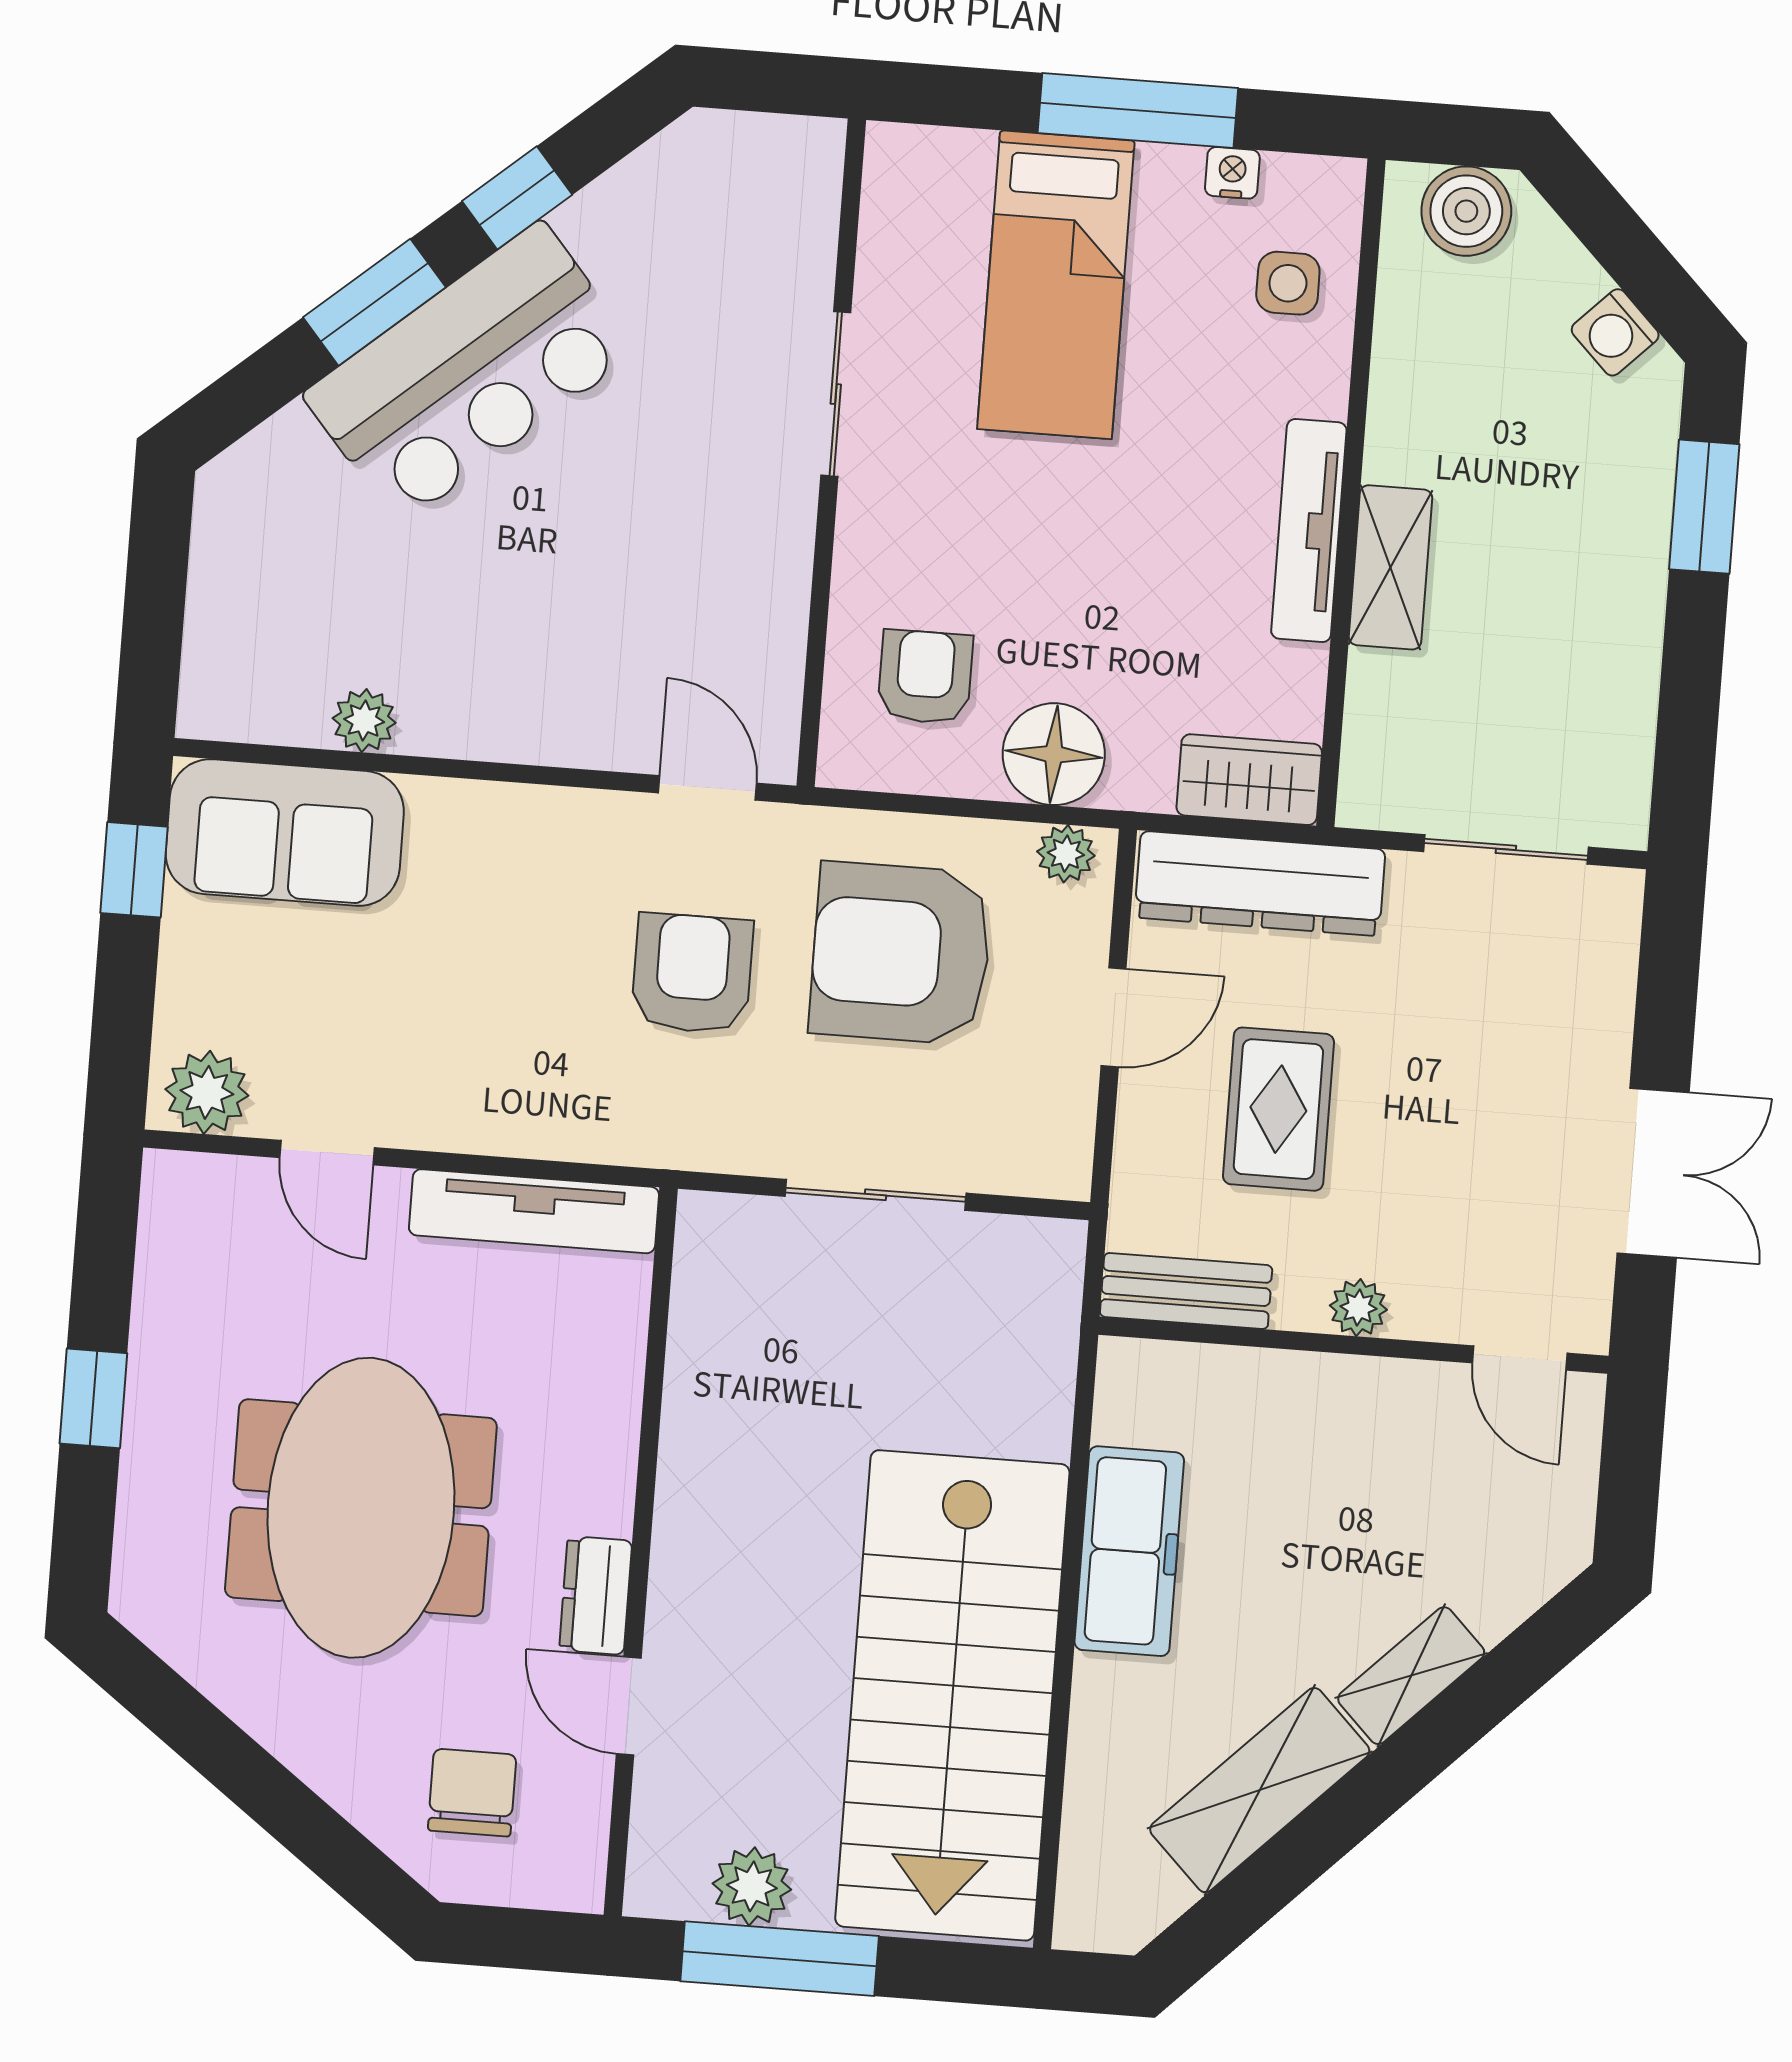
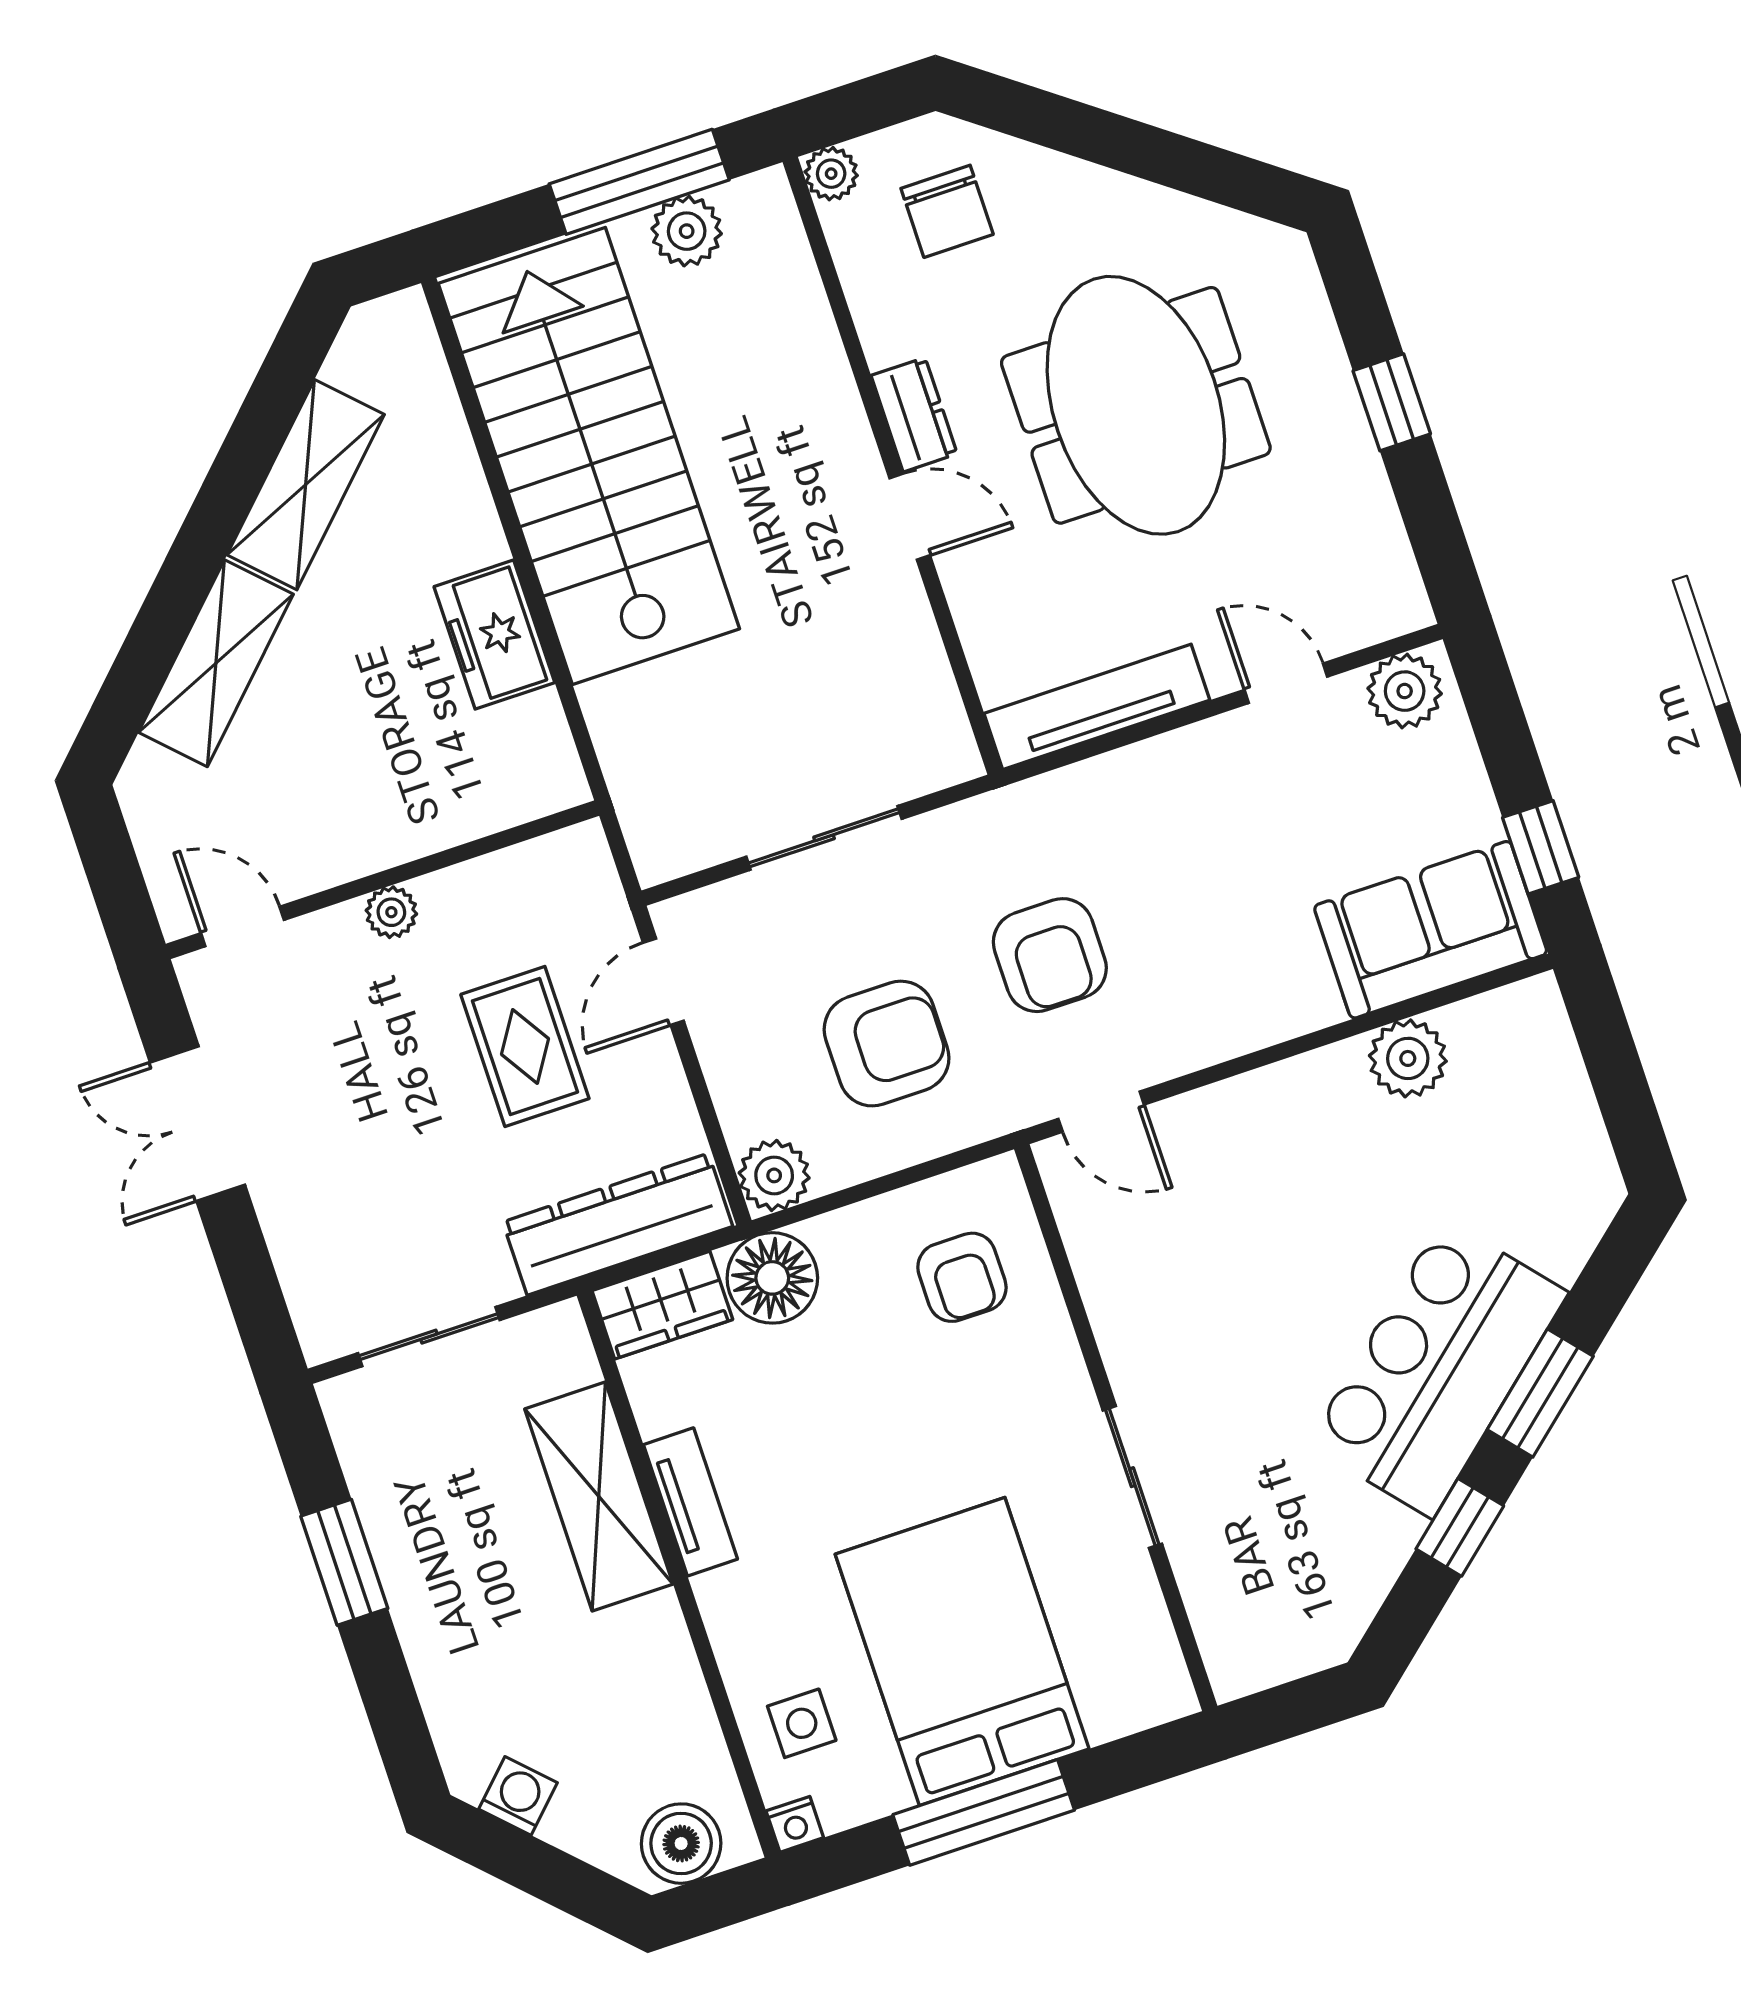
nightstand: (1232, 173) -> (795, 1824), moved
bed: (1056, 285) -> (962, 1652), width x1.50
window: (1704, 507) -> (344, 1562), moved
tv unit: (1309, 531) -> (690, 1502), width x0.71
shelving: (1390, 567) -> (599, 1497), width x1.50, depth x1.33
plant: (364, 721) -> (1408, 1058), width x1.38, depth x1.38
floor lamp: (1054, 754) -> (772, 1278), moved
plant: (1066, 854) -> (774, 1175), width x1.38, depth x1.38
armchair: (901, 953) -> (887, 1044), width x0.73, depth x0.73
door: (1114, 1017) -> (663, 982), moved
bench: (1186, 1291) -> (538, 866), removed
freezer: (1129, 1551) -> (494, 635), width x0.71
shelving: (1411, 1676) -> (216, 663), width x1.50, depth x1.33
door: (629, 1706) -> (910, 517), moved
plant: (576, 1883) -> (831, 174), added

